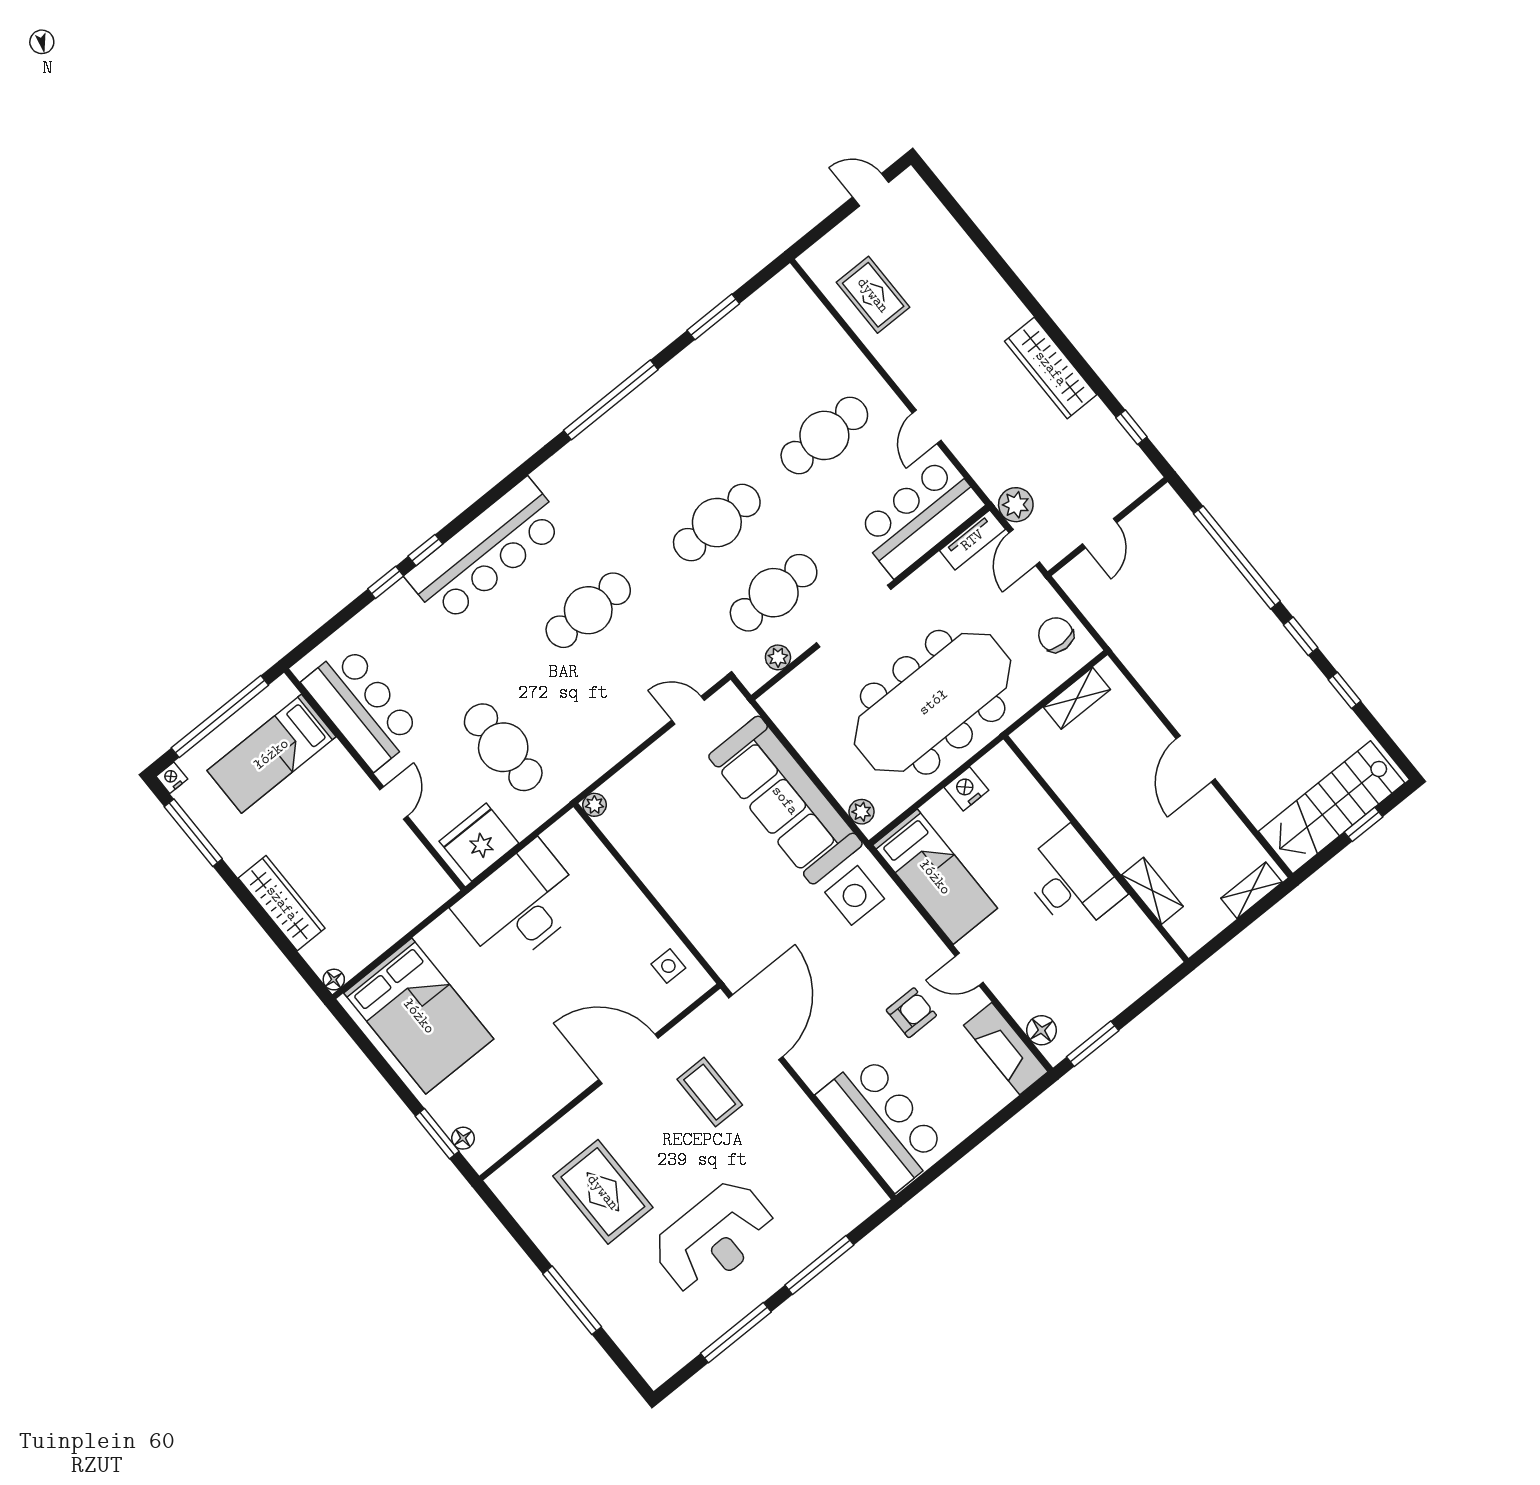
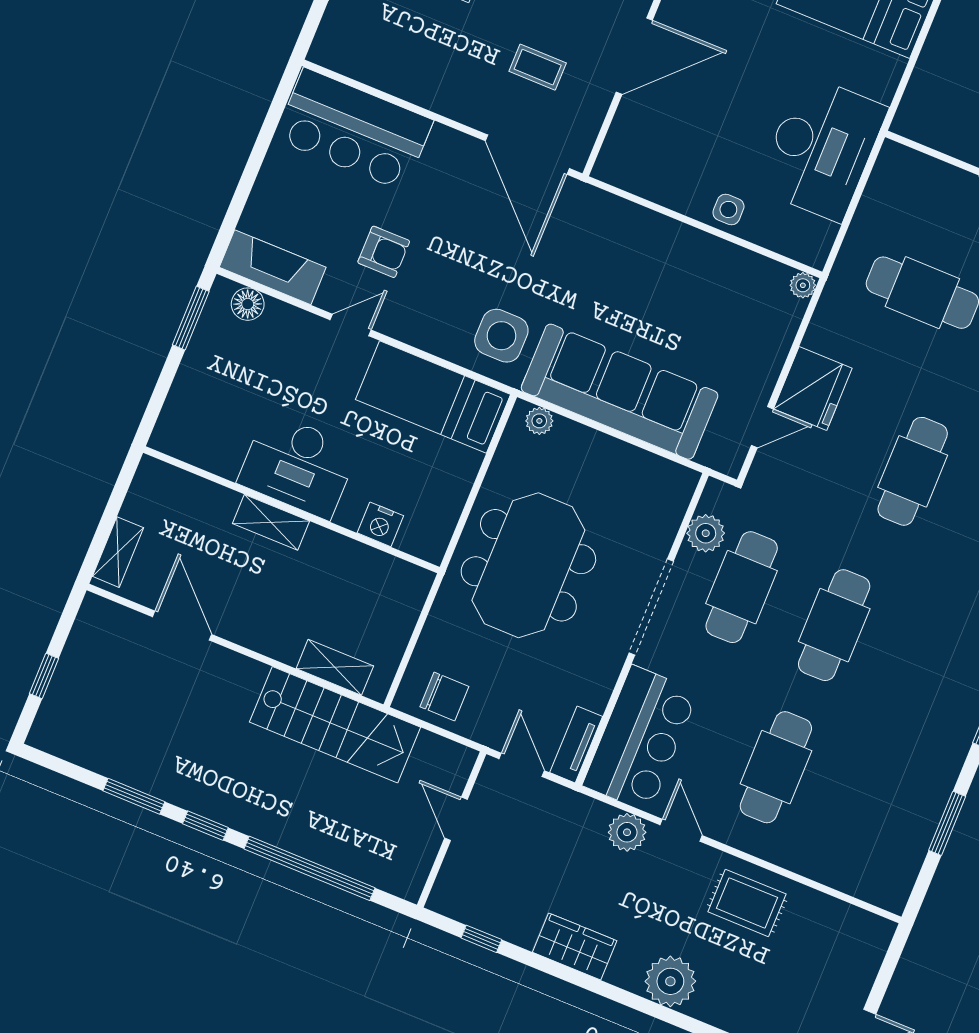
rug: (873, 295) -> (747, 903), moved
plant: (1000, 312) -> (670, 981), added
wardrobe: (1051, 368) -> (575, 946), width x0.67
plant: (1016, 505) -> (627, 832), moved
plant: (778, 657) -> (706, 533), width x1.38, depth x1.38
window: (1344, 690) -> (134, 796), width x1.50
shelving: (1077, 698) -> (335, 667), moved, turned 90
meeting table: (933, 702) -> (528, 565), width x0.73
door: (1196, 759) -> (182, 626), moved
nightstand: (966, 789) -> (380, 524), moved, turned 90
stairs: (1332, 807) -> (335, 725), moved, turned 90
fridge: (479, 842) -> (813, 388), moved
shelving: (1152, 891) -> (271, 522), moved
side table: (668, 966) -> (728, 209), moved
armchair: (911, 1013) -> (384, 252), turned -90
coffee table: (710, 1092) -> (538, 67), width x0.73, depth x0.77

